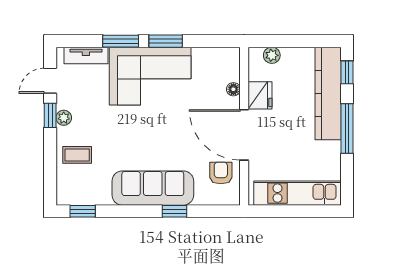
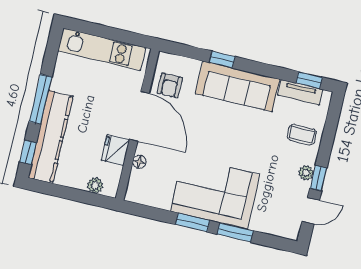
tv unit: (86, 55) -> (300, 92), moved, turned 180

